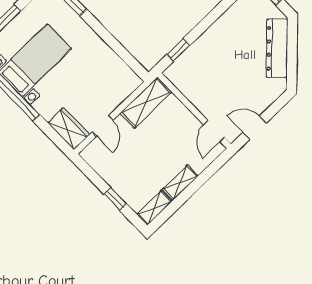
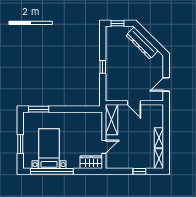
window: (178, 50) -> (103, 67), moved
door: (103, 126) -> (104, 147), hinge flipped
door: (214, 131) -> (134, 103), moved

